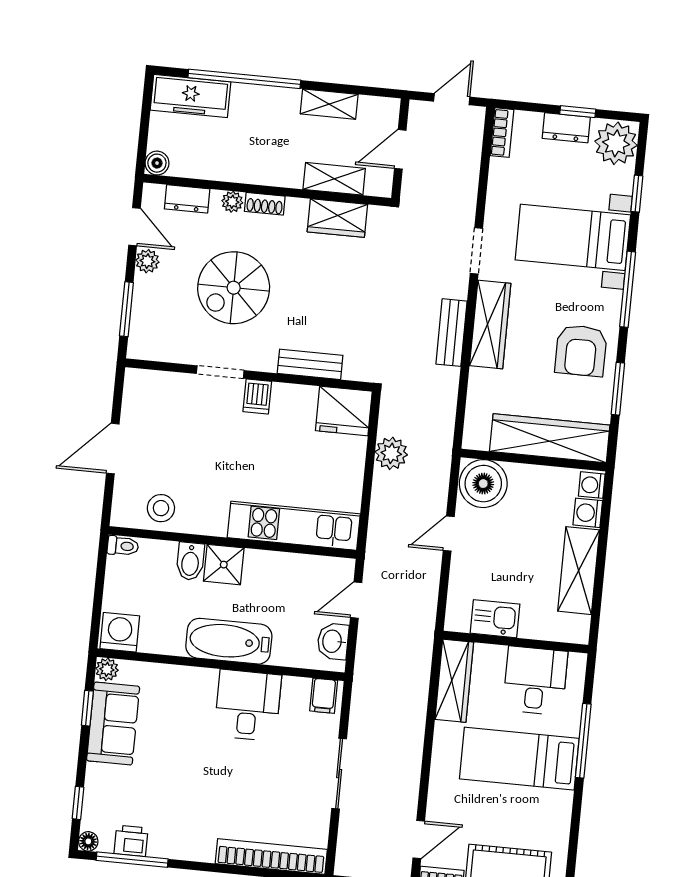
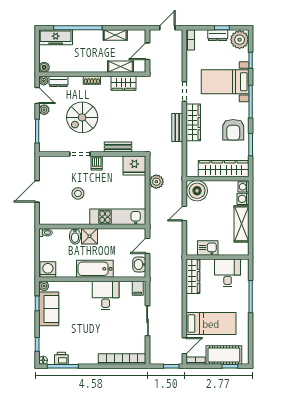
plant: (232, 202) -> (44, 81), moved
stool: (161, 508) -> (78, 193), moved
bed: (519, 759) -> (211, 324), moved, turned 180

